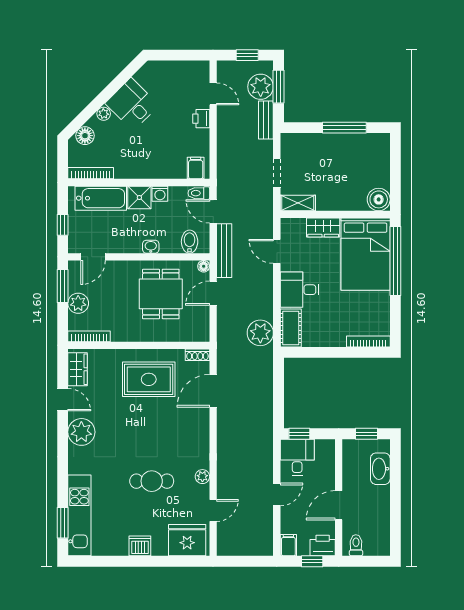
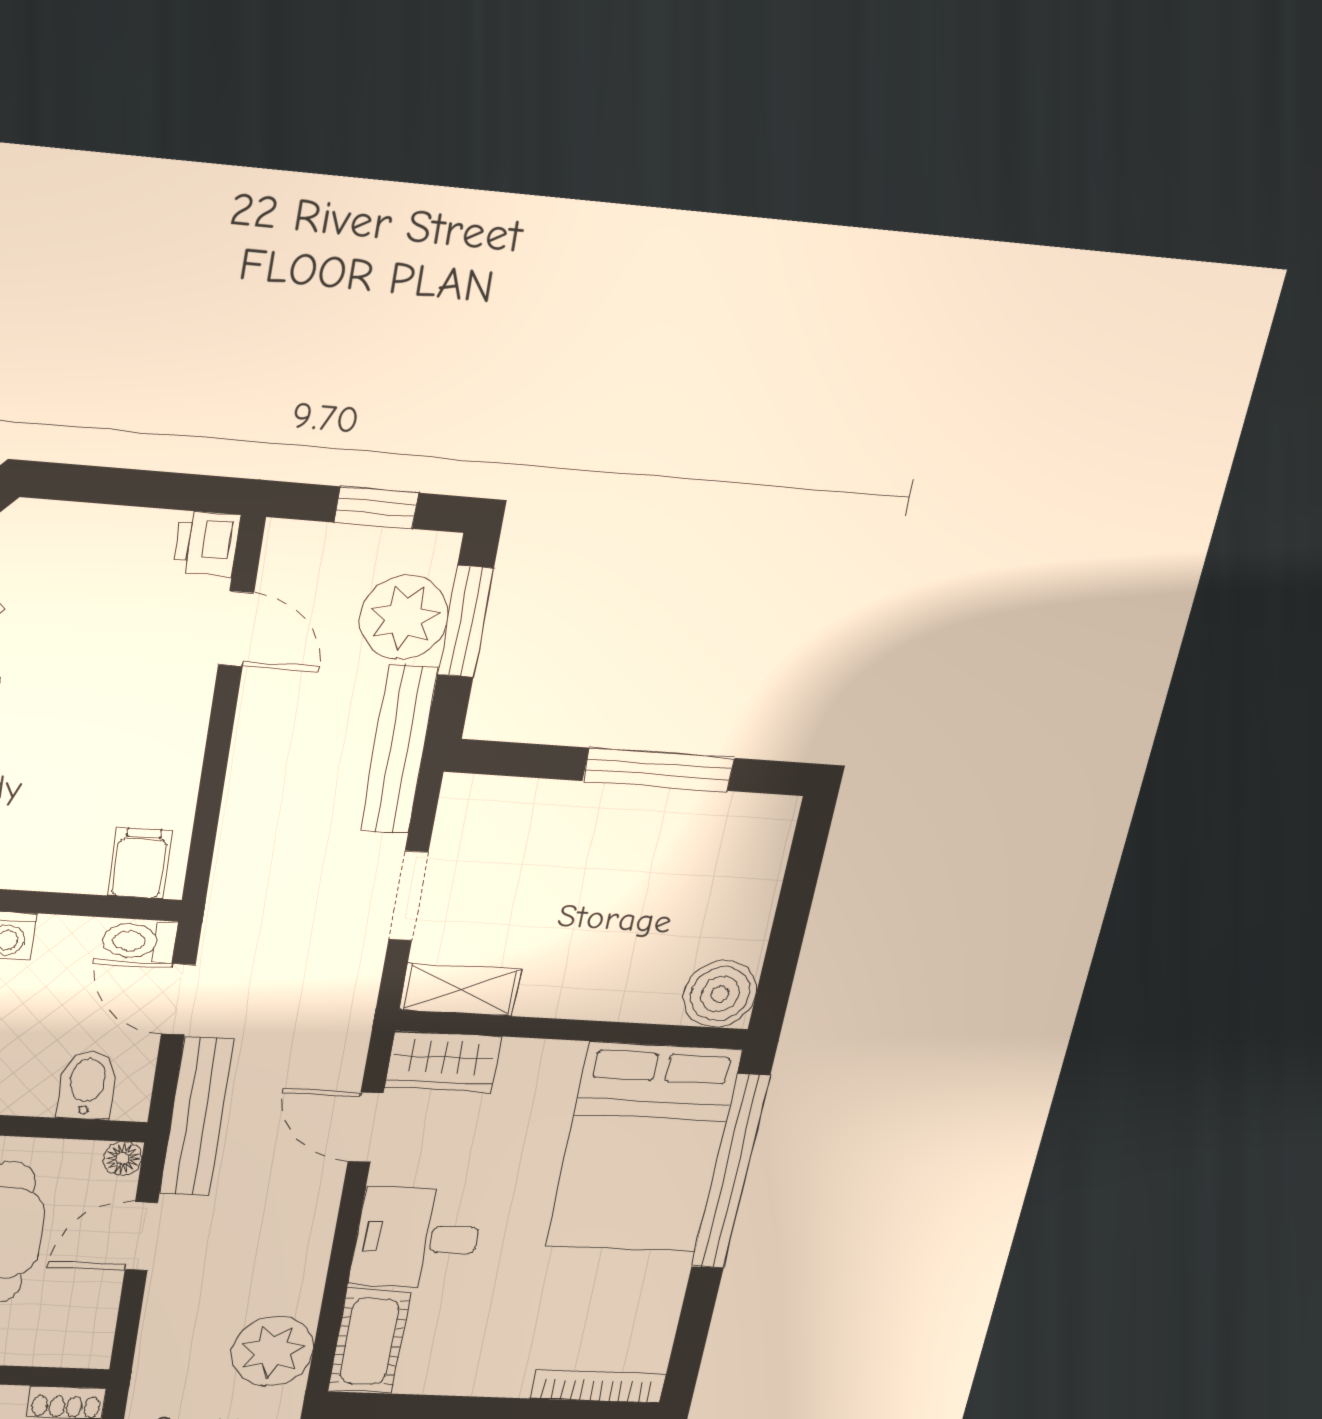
printer: (201, 119) -> (207, 544), moved
bench: (266, 120) -> (399, 750), width x1.36
wardrobe: (323, 228) -> (443, 1062), moved

